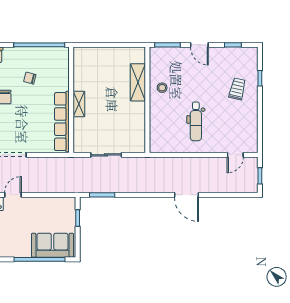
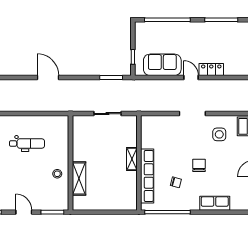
dental chair: (196, 121) -> (27, 143), turned 90
row of seats: (62, 122) -> (147, 176), moved
door: (13, 195) -> (191, 77), swing flipped
door: (186, 195) -> (48, 77), moved
sofa: (53, 245) -> (162, 65), moved, turned 180

